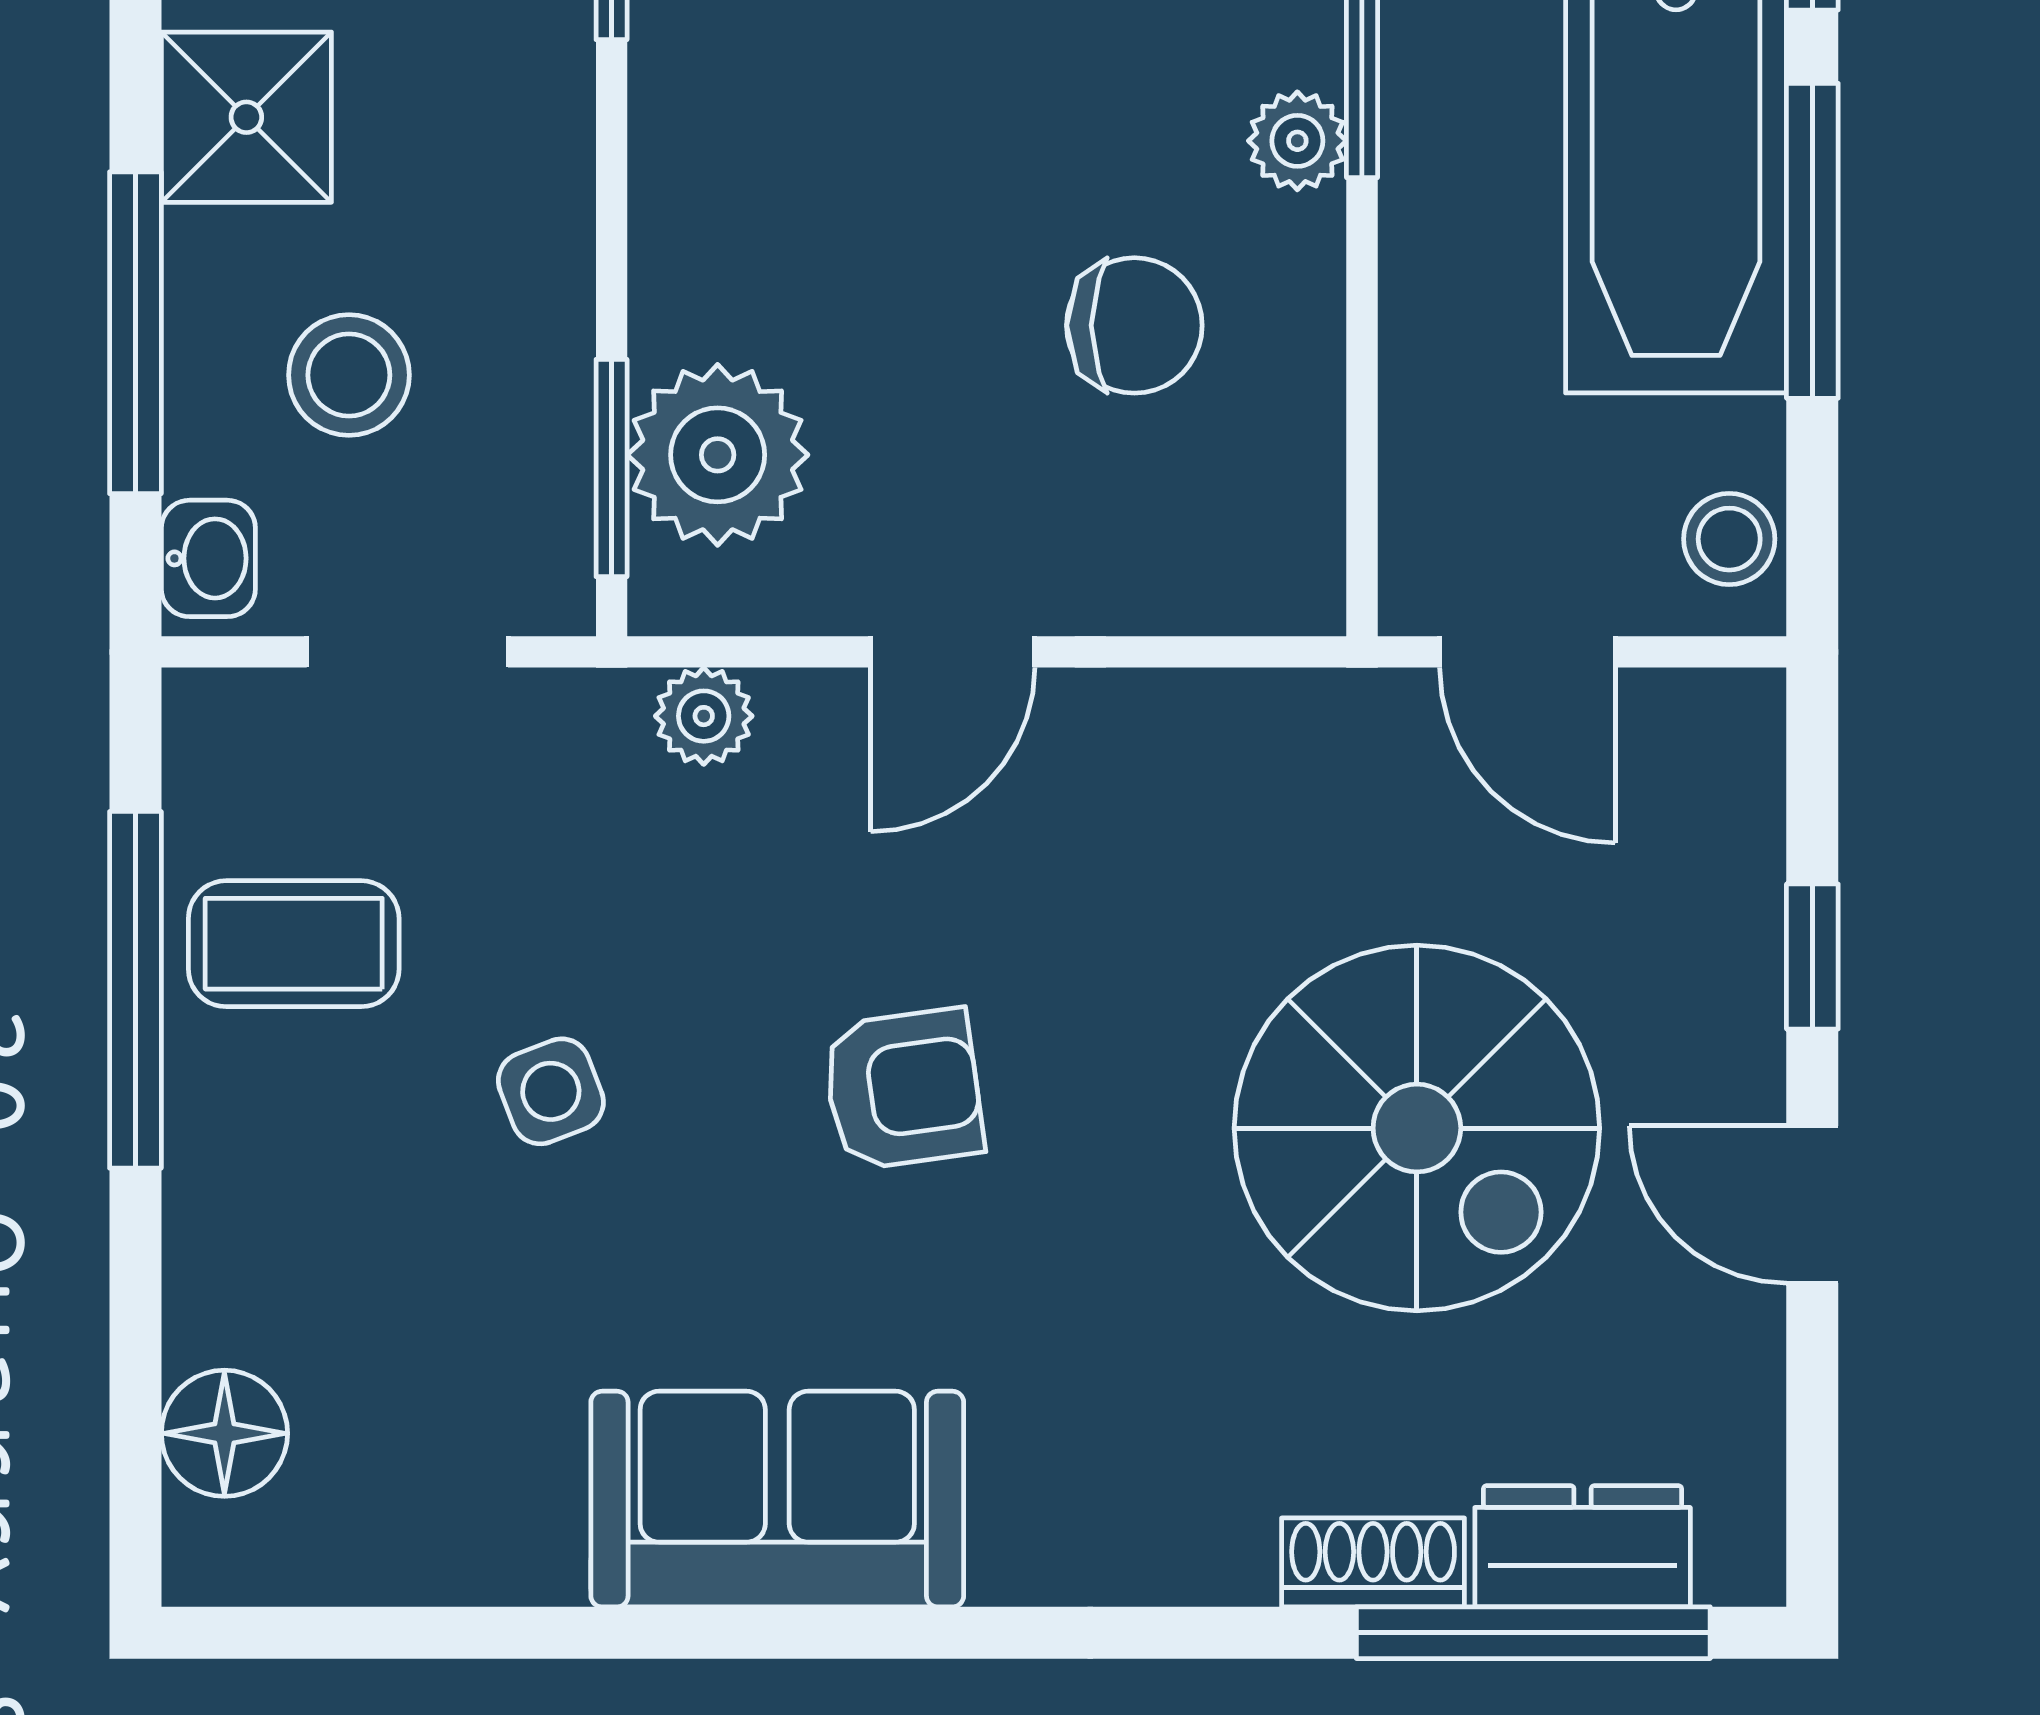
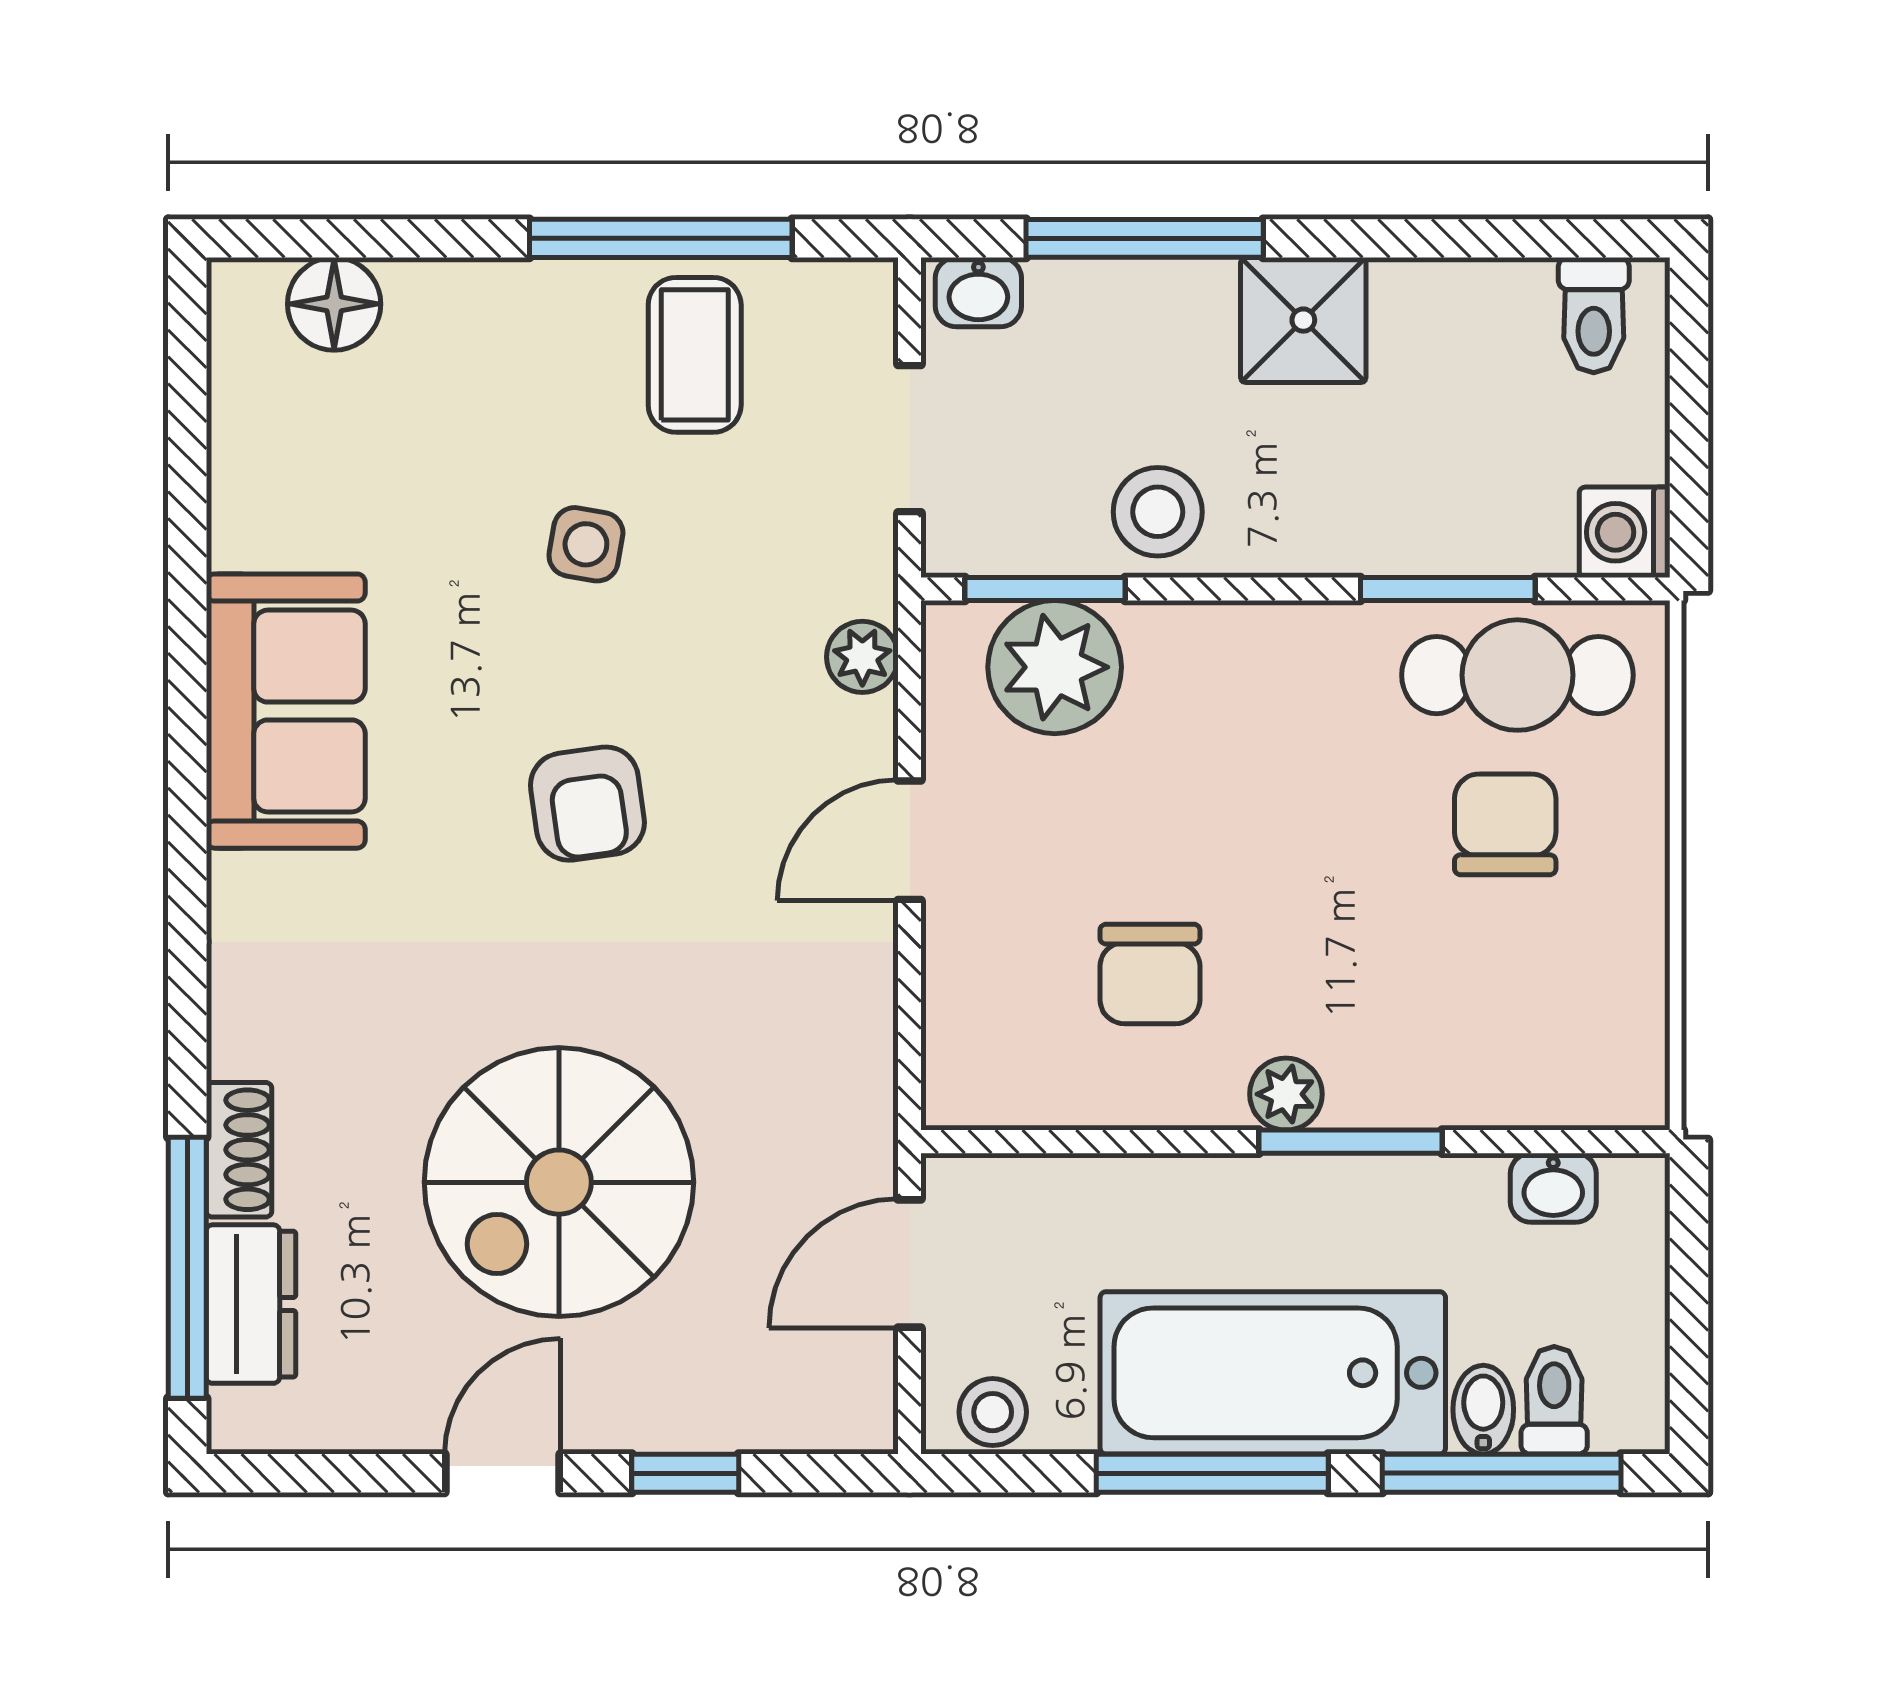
stool: (349, 375) -> (1158, 512), moved
door: (953, 652) -> (910, 840), hinge flipped
side table: (551, 1091) -> (586, 544), turned 31

